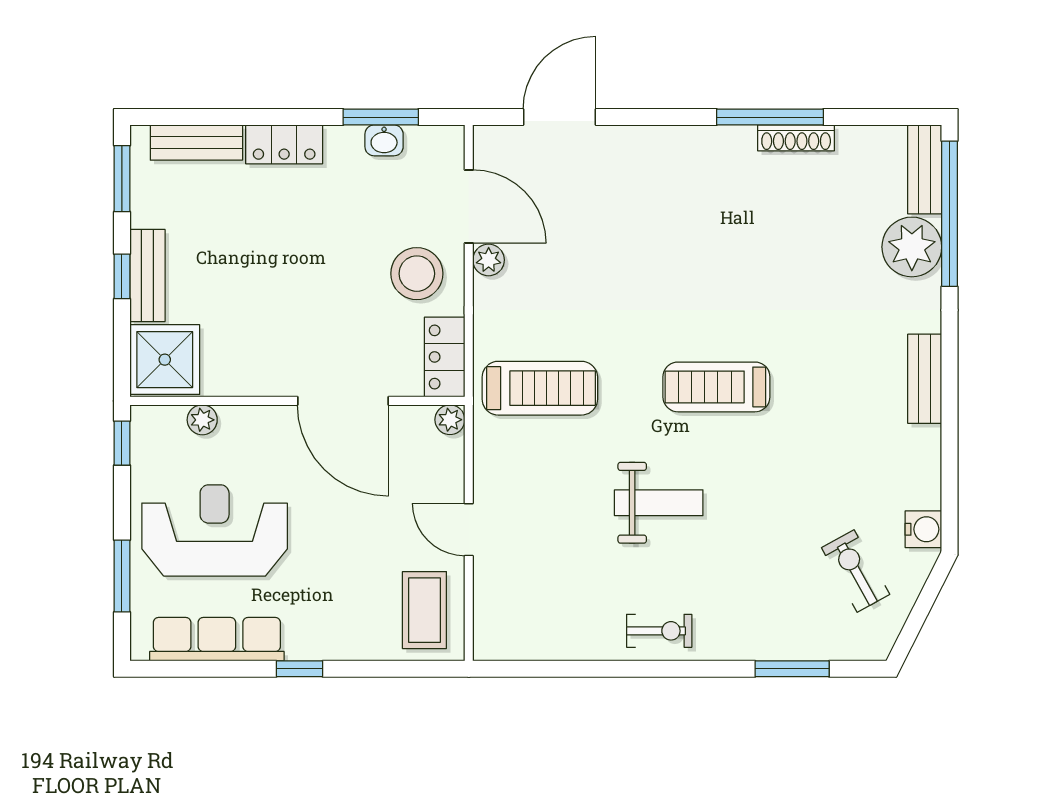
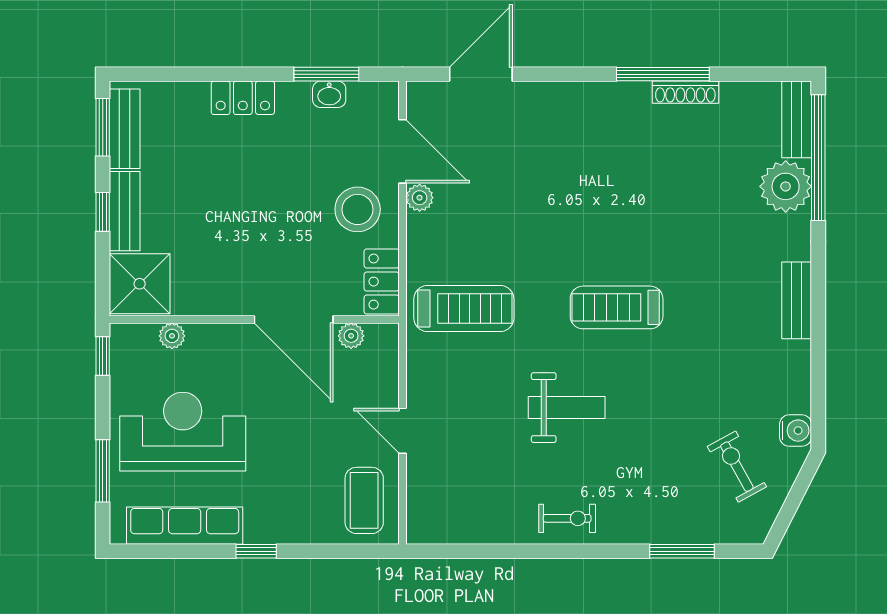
bench: (196, 143) -> (125, 129), moved, turned 90
plant: (450, 420) -> (351, 336), moved

